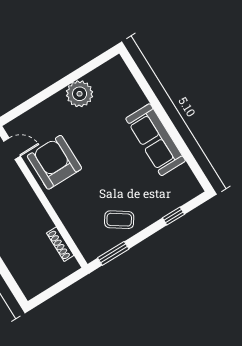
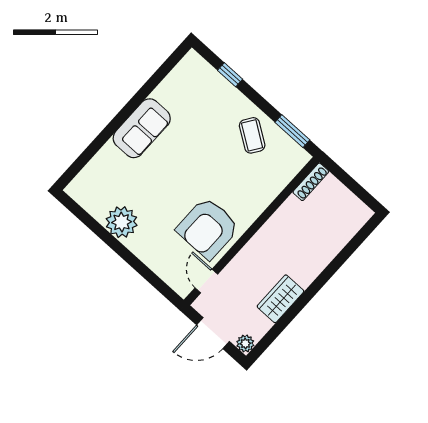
sofa: (156, 140) -> (142, 128), width x0.73
shoe rack: (60, 244) -> (311, 182), moved

